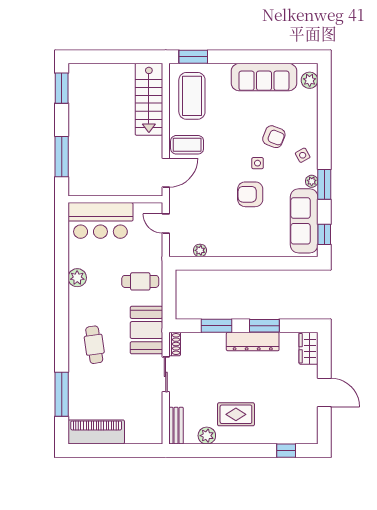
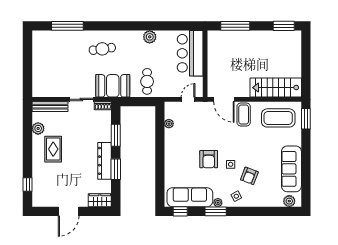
armchair: (250, 194) -> (209, 159), turned 180
bench: (176, 426) -> (50, 107), width x1.36
piano: (96, 432) -> (41, 50), removed

